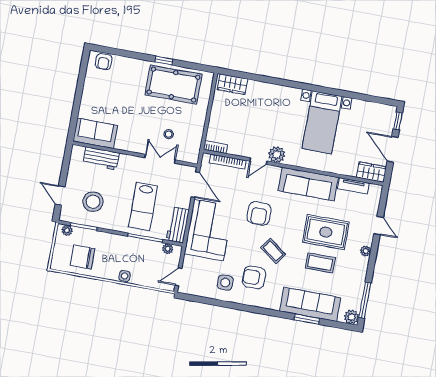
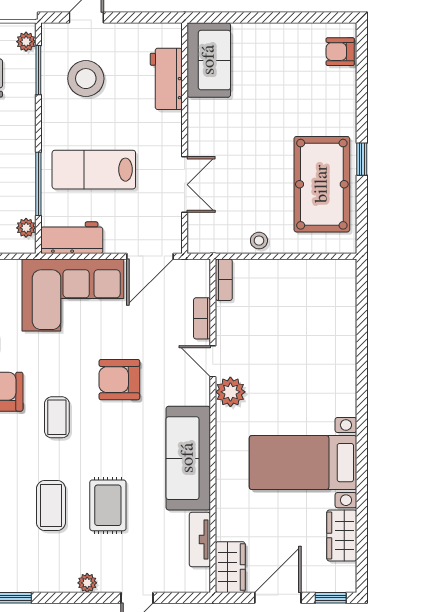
wardrobe: (232, 84) -> (342, 535), moved
stool: (169, 134) -> (259, 241), moved
bookcase: (228, 162) -> (202, 318), width x0.64
rug: (326, 232) -> (108, 505), width x0.73, depth x0.70
coffee table: (273, 251) -> (57, 417), turned -37

